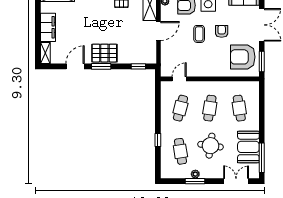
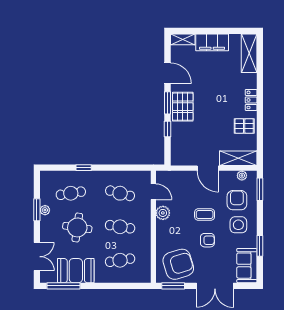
armchair: (243, 57) -> (178, 264), turned 73
window: (138, 66) -> (167, 129), moved
plant: (198, 71) -> (163, 213), added

